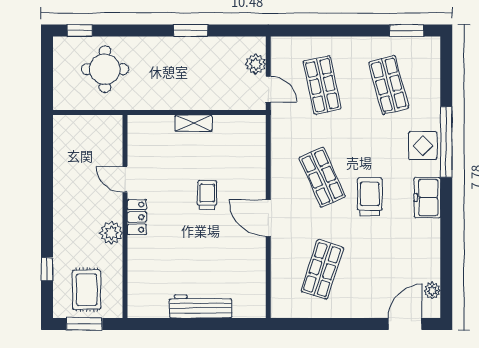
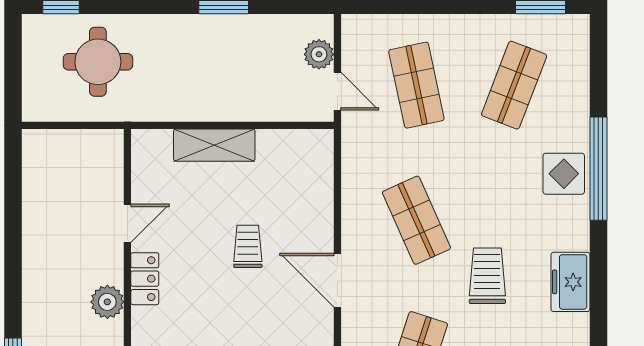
shop shelf: (389, 85) -> (514, 85), turned 36
shelving: (194, 123) -> (214, 145), width x1.50, depth x1.33
door: (125, 179) -> (127, 223), swing flipped
trolley: (370, 197) -> (487, 276), moved
freezer: (427, 198) -> (570, 282), moved

